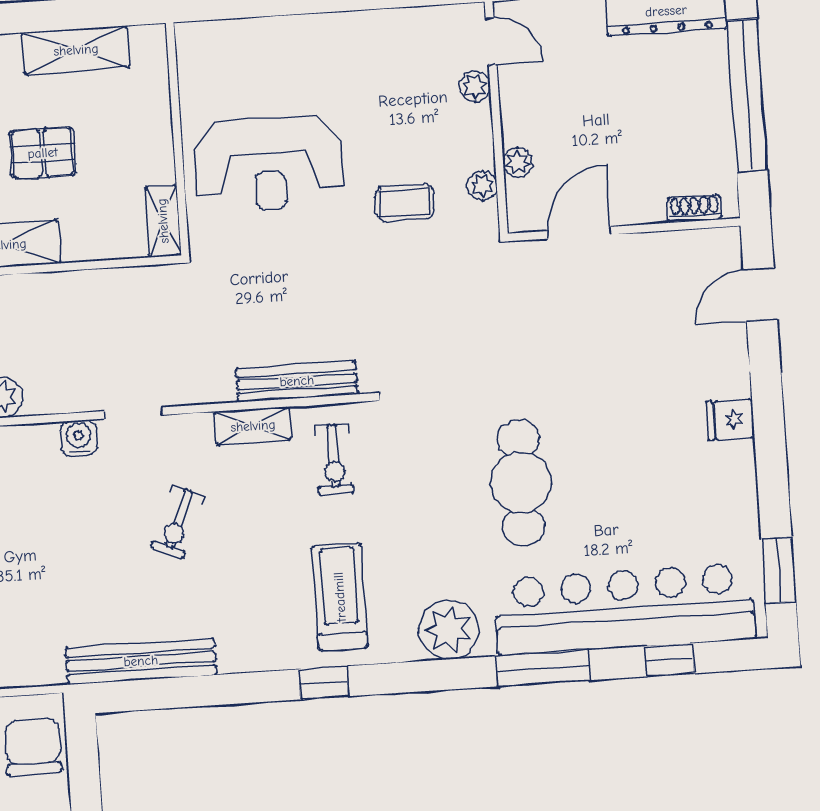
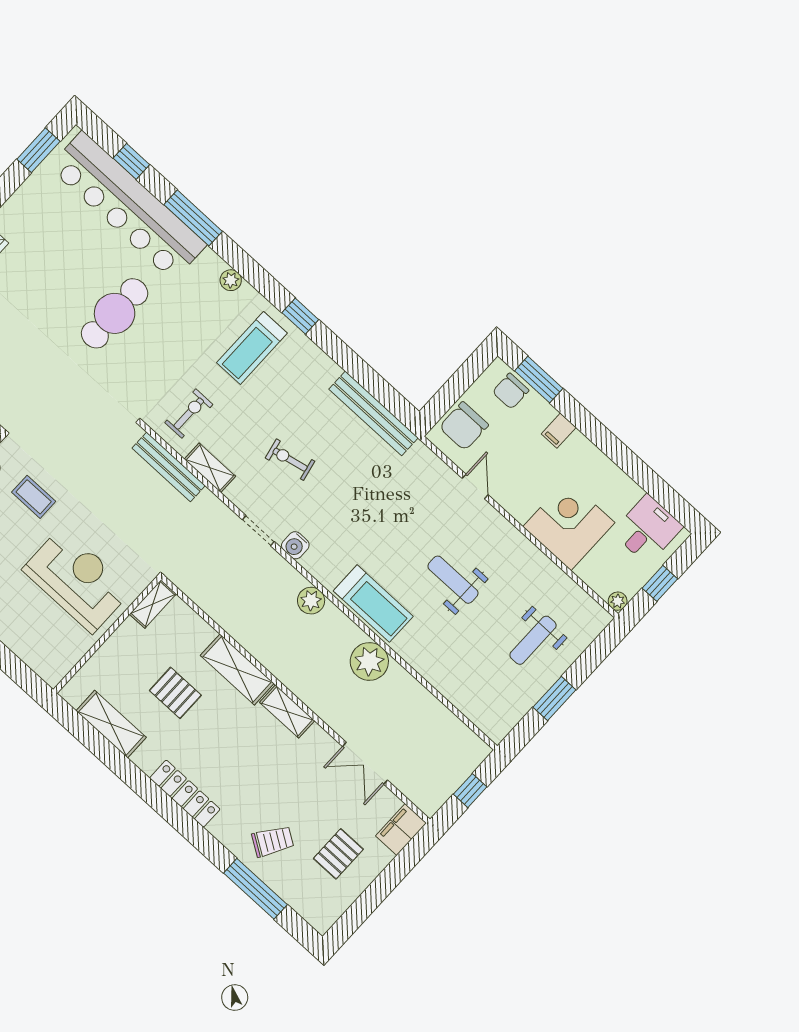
exercise bike: (178, 522) -> (290, 460), turned -125
plant: (449, 630) -> (231, 280), width x0.53, depth x0.53

